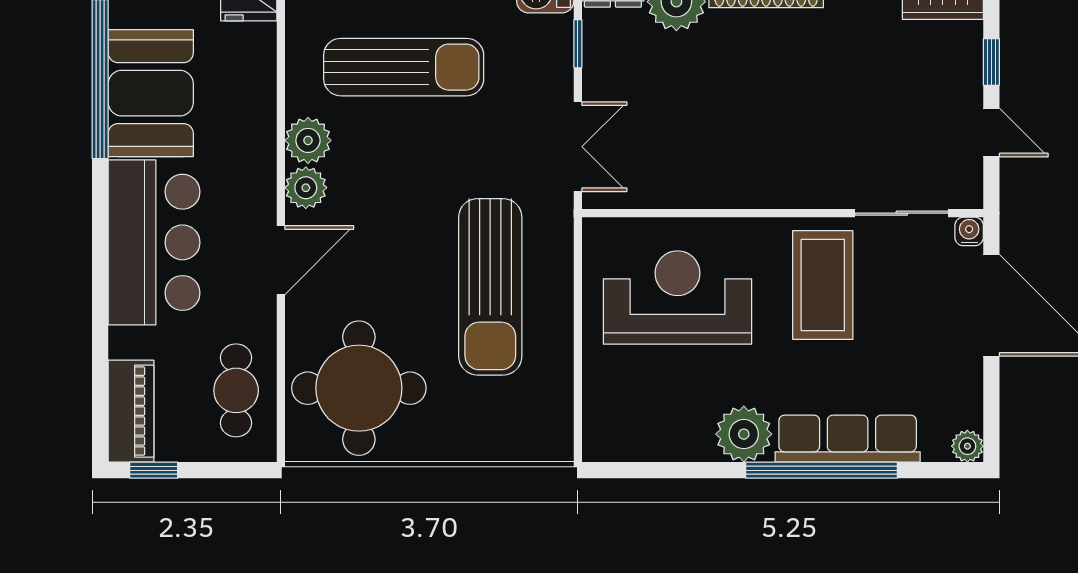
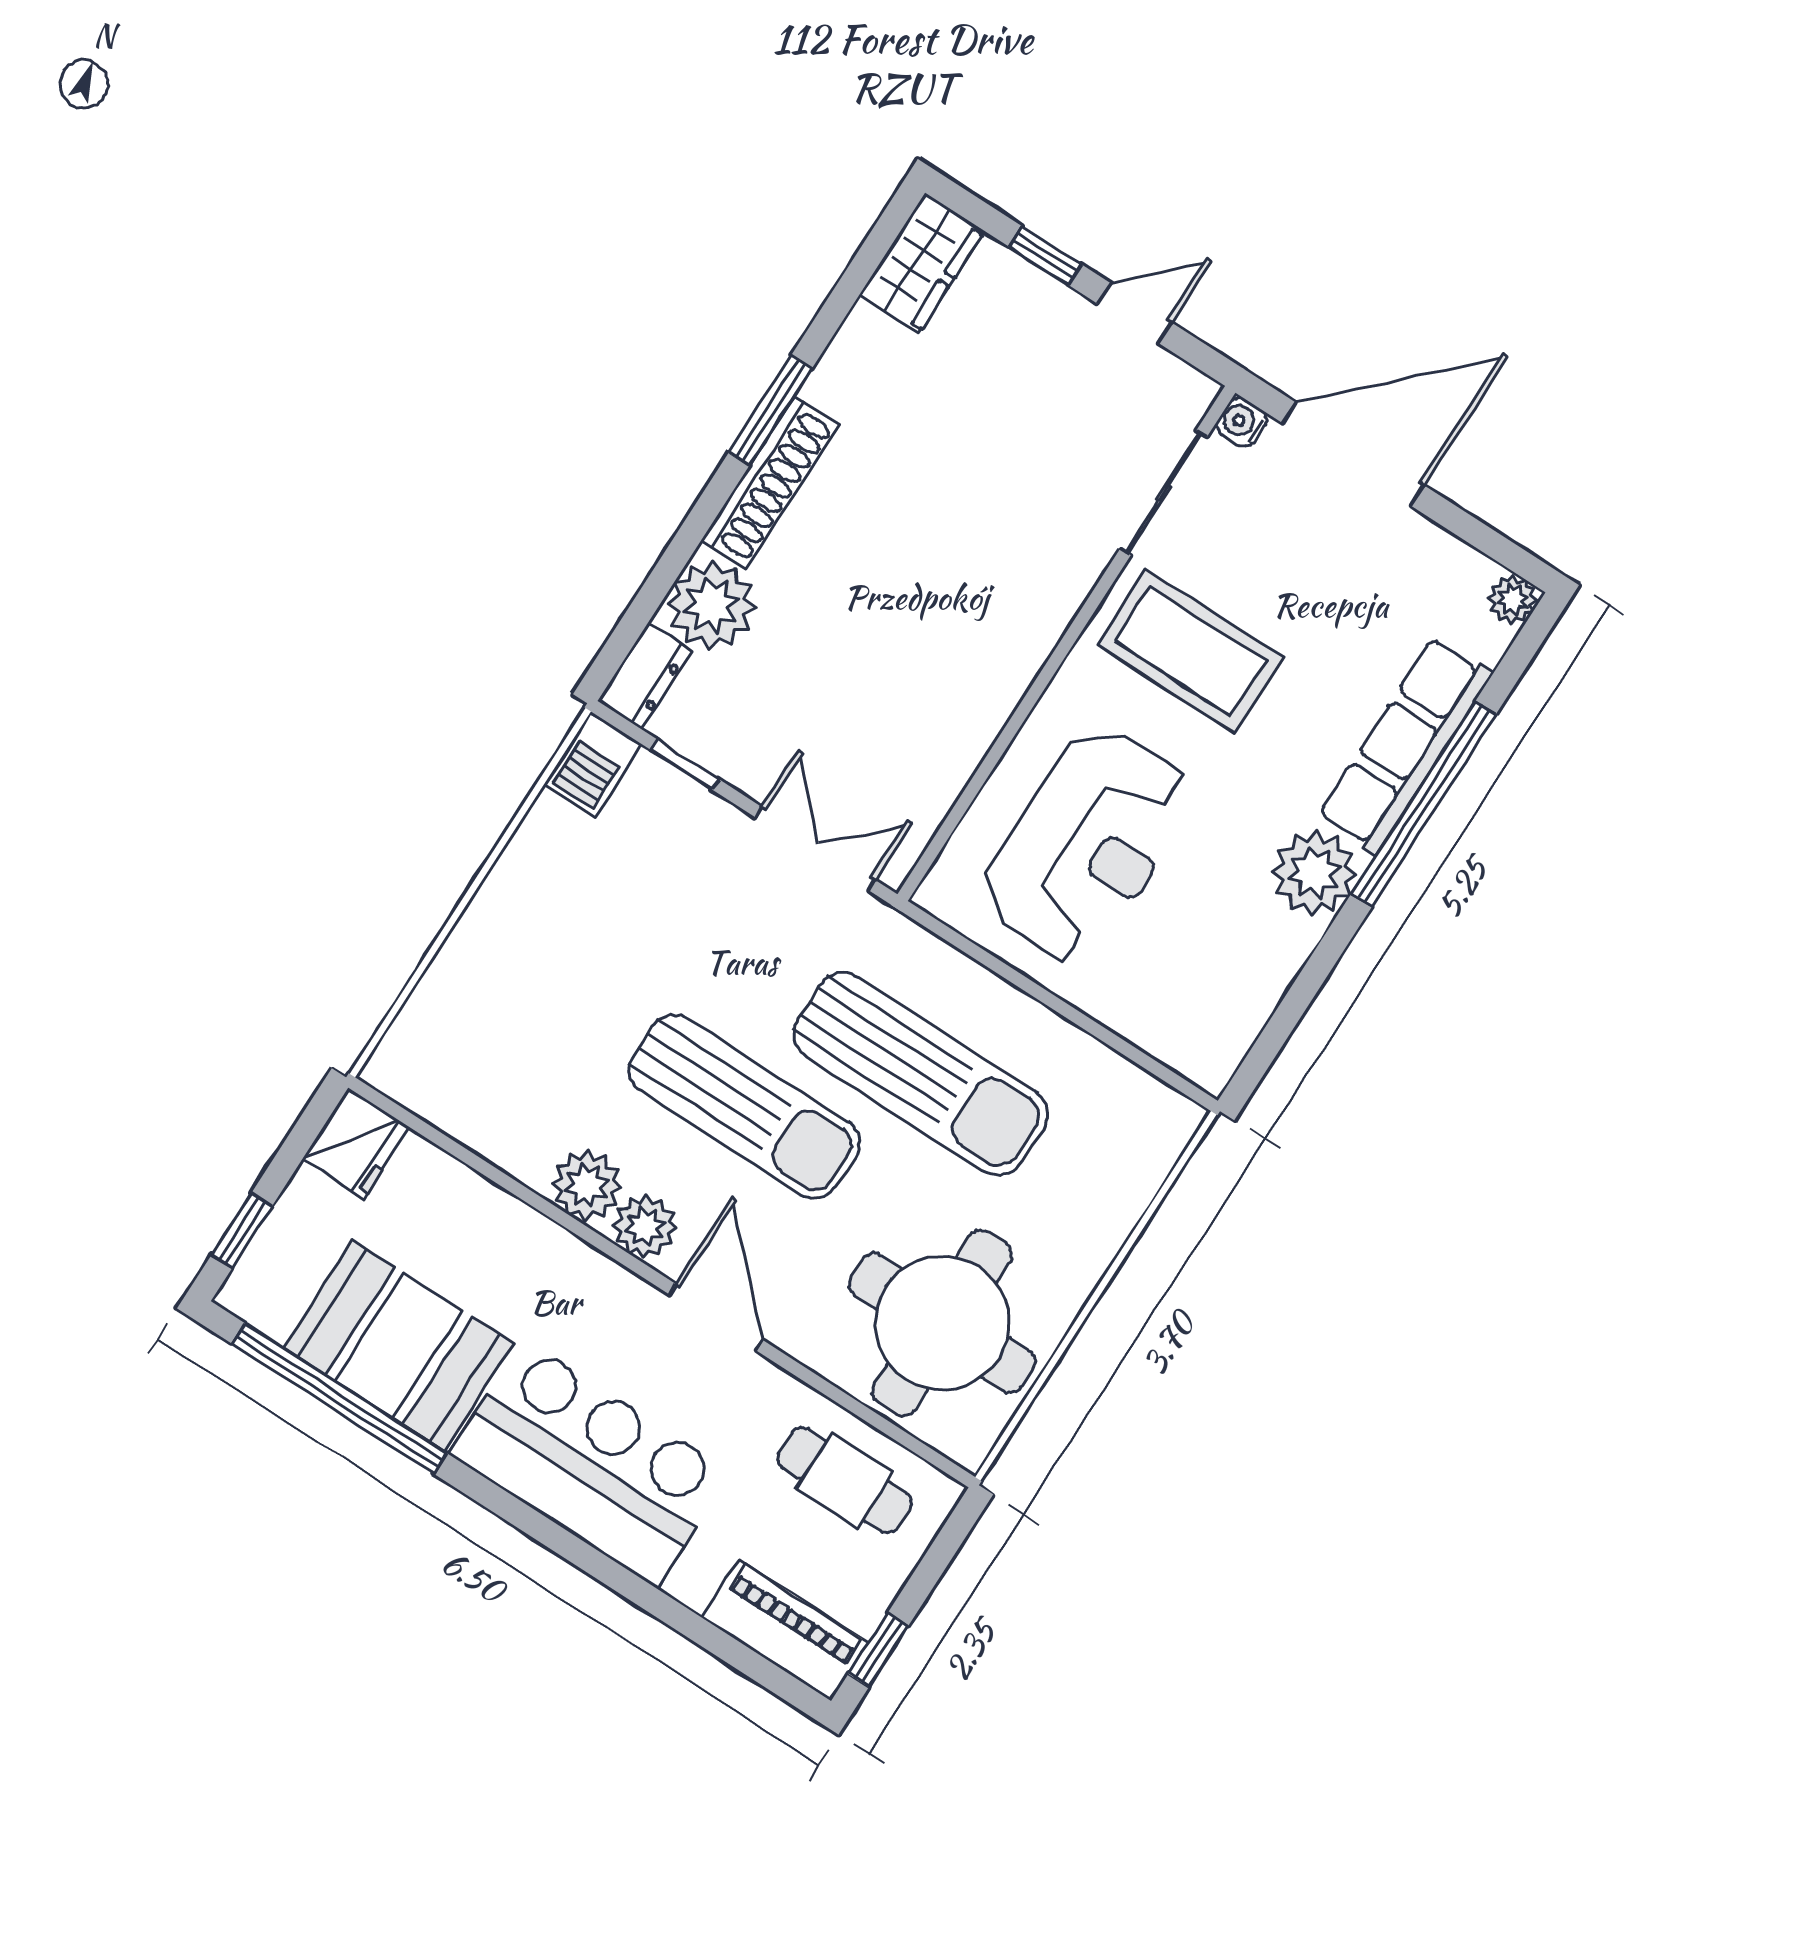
sun lounger: (404, 67) -> (744, 1107), moved, turned 90
reception desk: (678, 297) -> (1087, 845), turned 180

